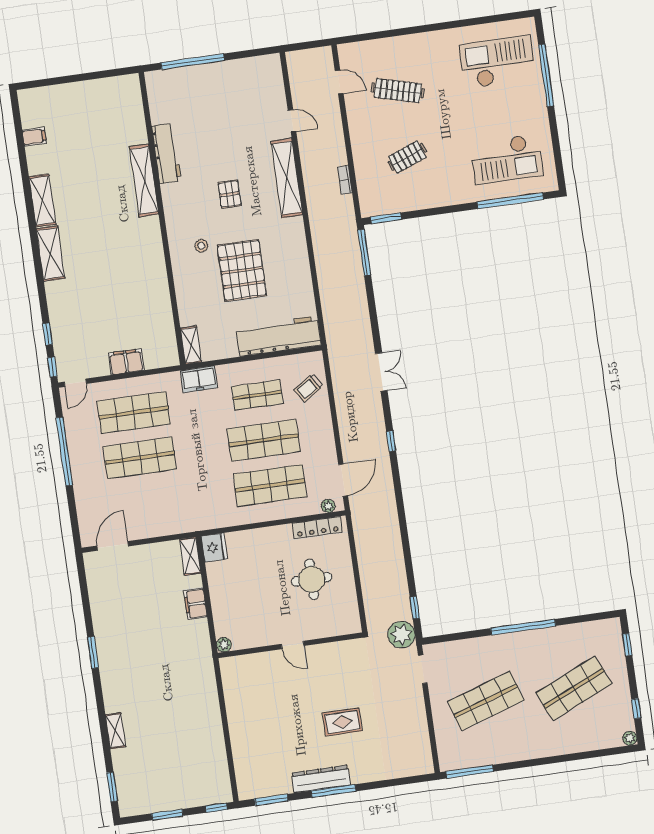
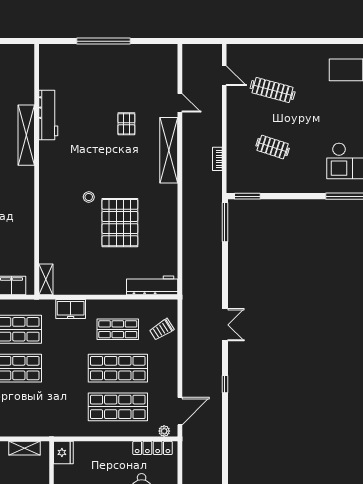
workbench: (166, 153) -> (48, 115), moved
clothes rail: (407, 157) -> (273, 147), turned 39
shelving: (144, 180) -> (26, 135), moved
pallet: (230, 194) -> (126, 124), moved
wall: (162, 219) -> (37, 169), moved
workbench: (279, 336) -> (152, 285), width x0.73, depth x0.76
shelving: (191, 345) -> (46, 279), moved
shelving: (190, 556) -> (25, 448), moved, turned 90

